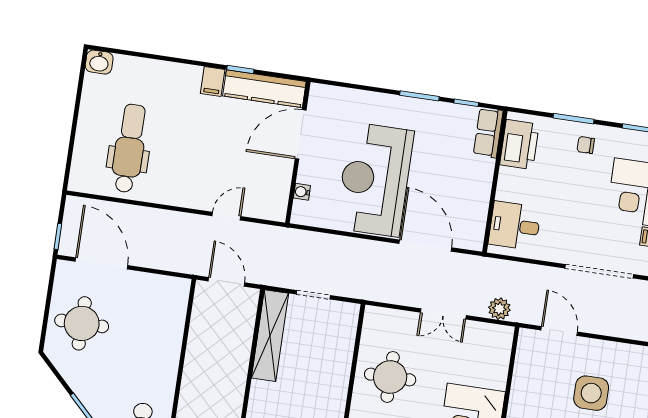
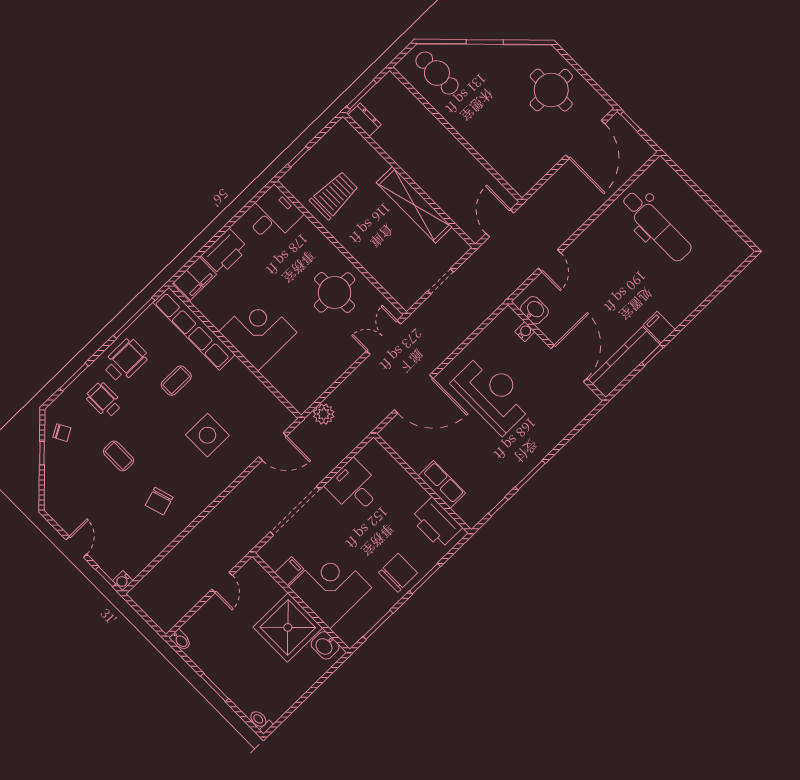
washbasin: (99, 62) -> (534, 310), moved, turned 90
row of seats: (488, 133) -> (442, 484), moved
chair: (586, 145) -> (398, 573), width x1.87, depth x1.87
reception desk: (375, 179) -> (493, 394), width x0.74, depth x0.77
desk: (515, 226) -> (354, 487), moved, turned -90
door: (102, 263) -> (585, 139), hinge flipped
door: (226, 282) -> (500, 223), swing flipped
double door: (443, 314) -> (384, 337), moved
shelving: (270, 336) -> (414, 205), moved

